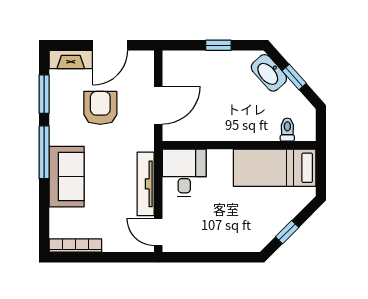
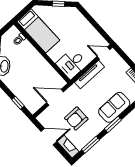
window: (218, 45) -> (18, 103), moved
window: (44, 152) -> (113, 124), width x0.69
door: (158, 232) -> (103, 53), swing flipped

